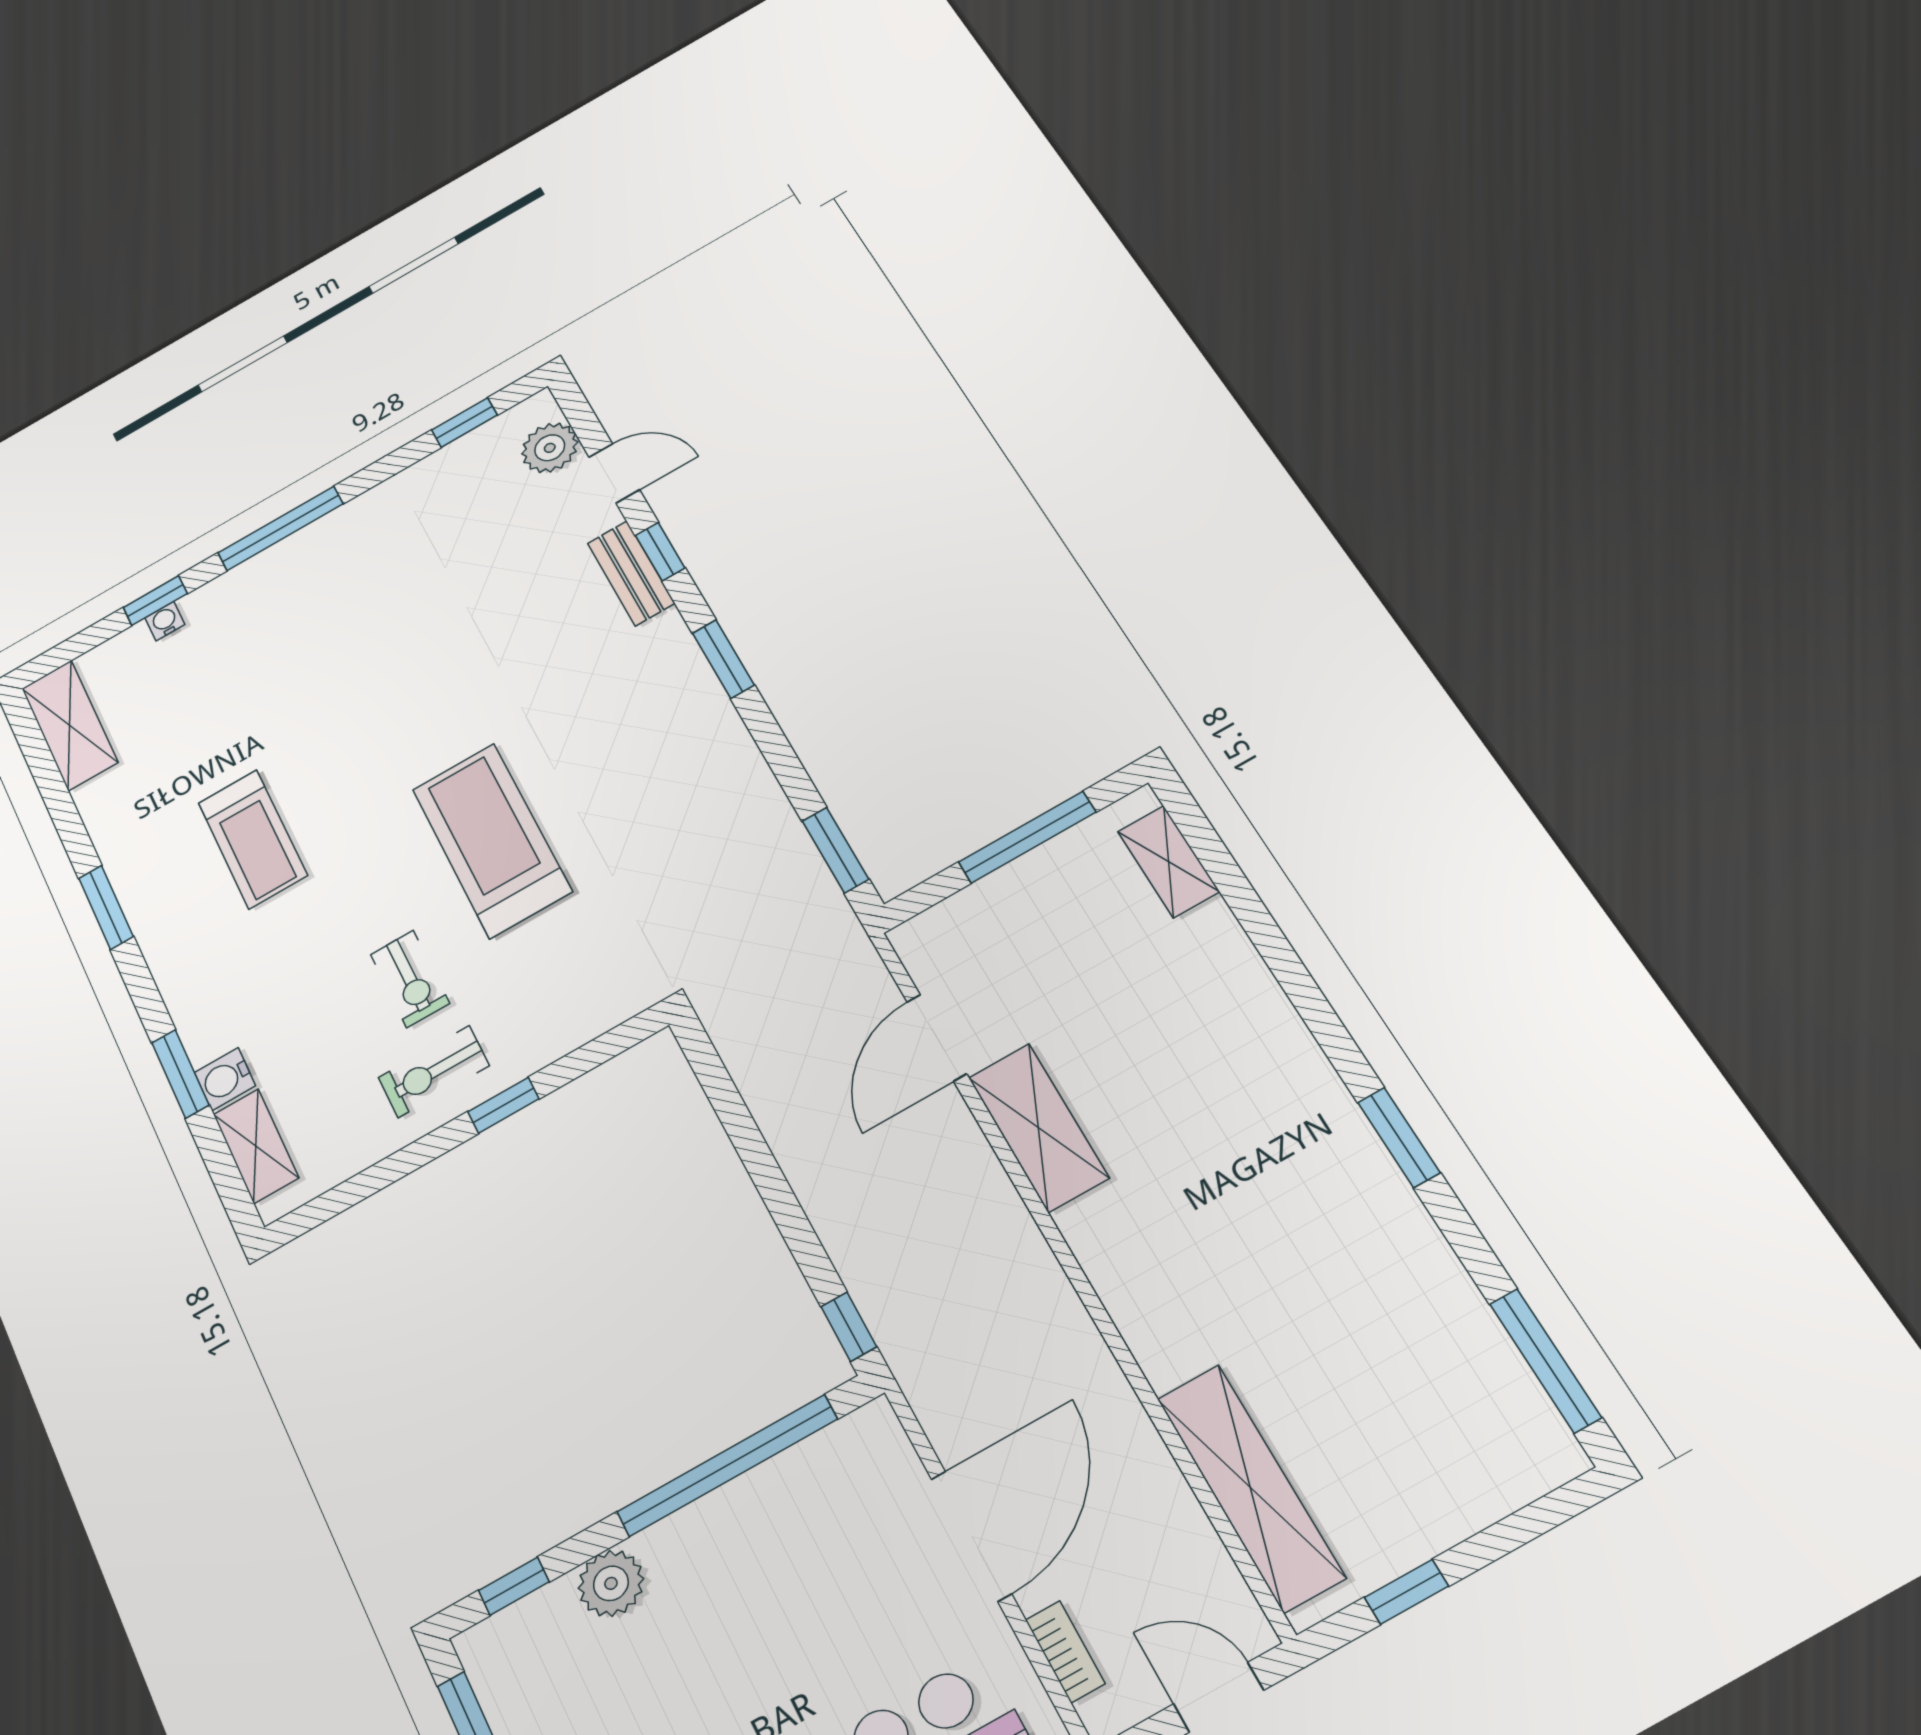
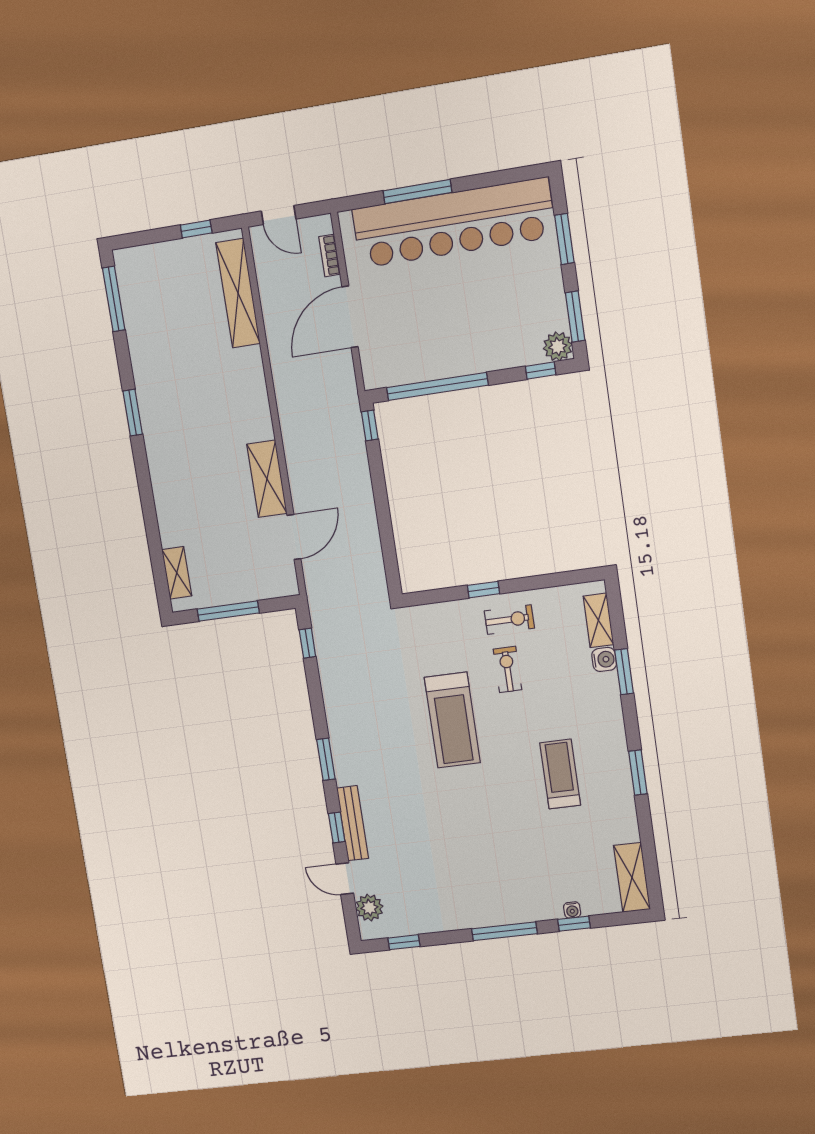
bench: (631, 573) -> (353, 823), width x1.36
window: (835, 850) -> (307, 643), width x0.67
plant: (611, 1583) -> (558, 346), moved

